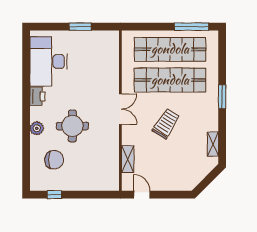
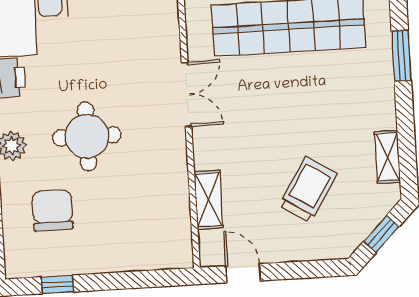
trolley: (166, 124) -> (308, 190), moved
chair: (54, 160) -> (53, 210), turned -90
window: (208, 180) -> (382, 234), added

